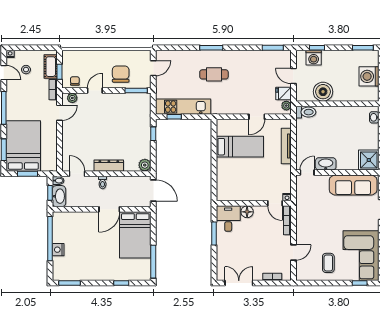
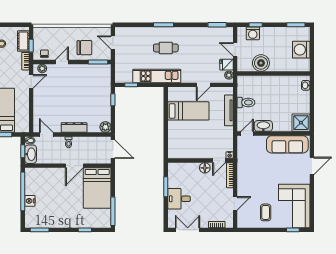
door: (153, 68) -> (113, 42), swing flipped
chair: (121, 74) -> (84, 48), turned 90
kitchen unit: (183, 107) -> (157, 76), moved
toilet: (306, 112) -> (246, 103), moved
door: (275, 203) -> (219, 160), hinge flipped
floor lamp: (247, 212) -> (205, 168), moved
desk: (228, 219) -> (179, 199), moved, turned -90

